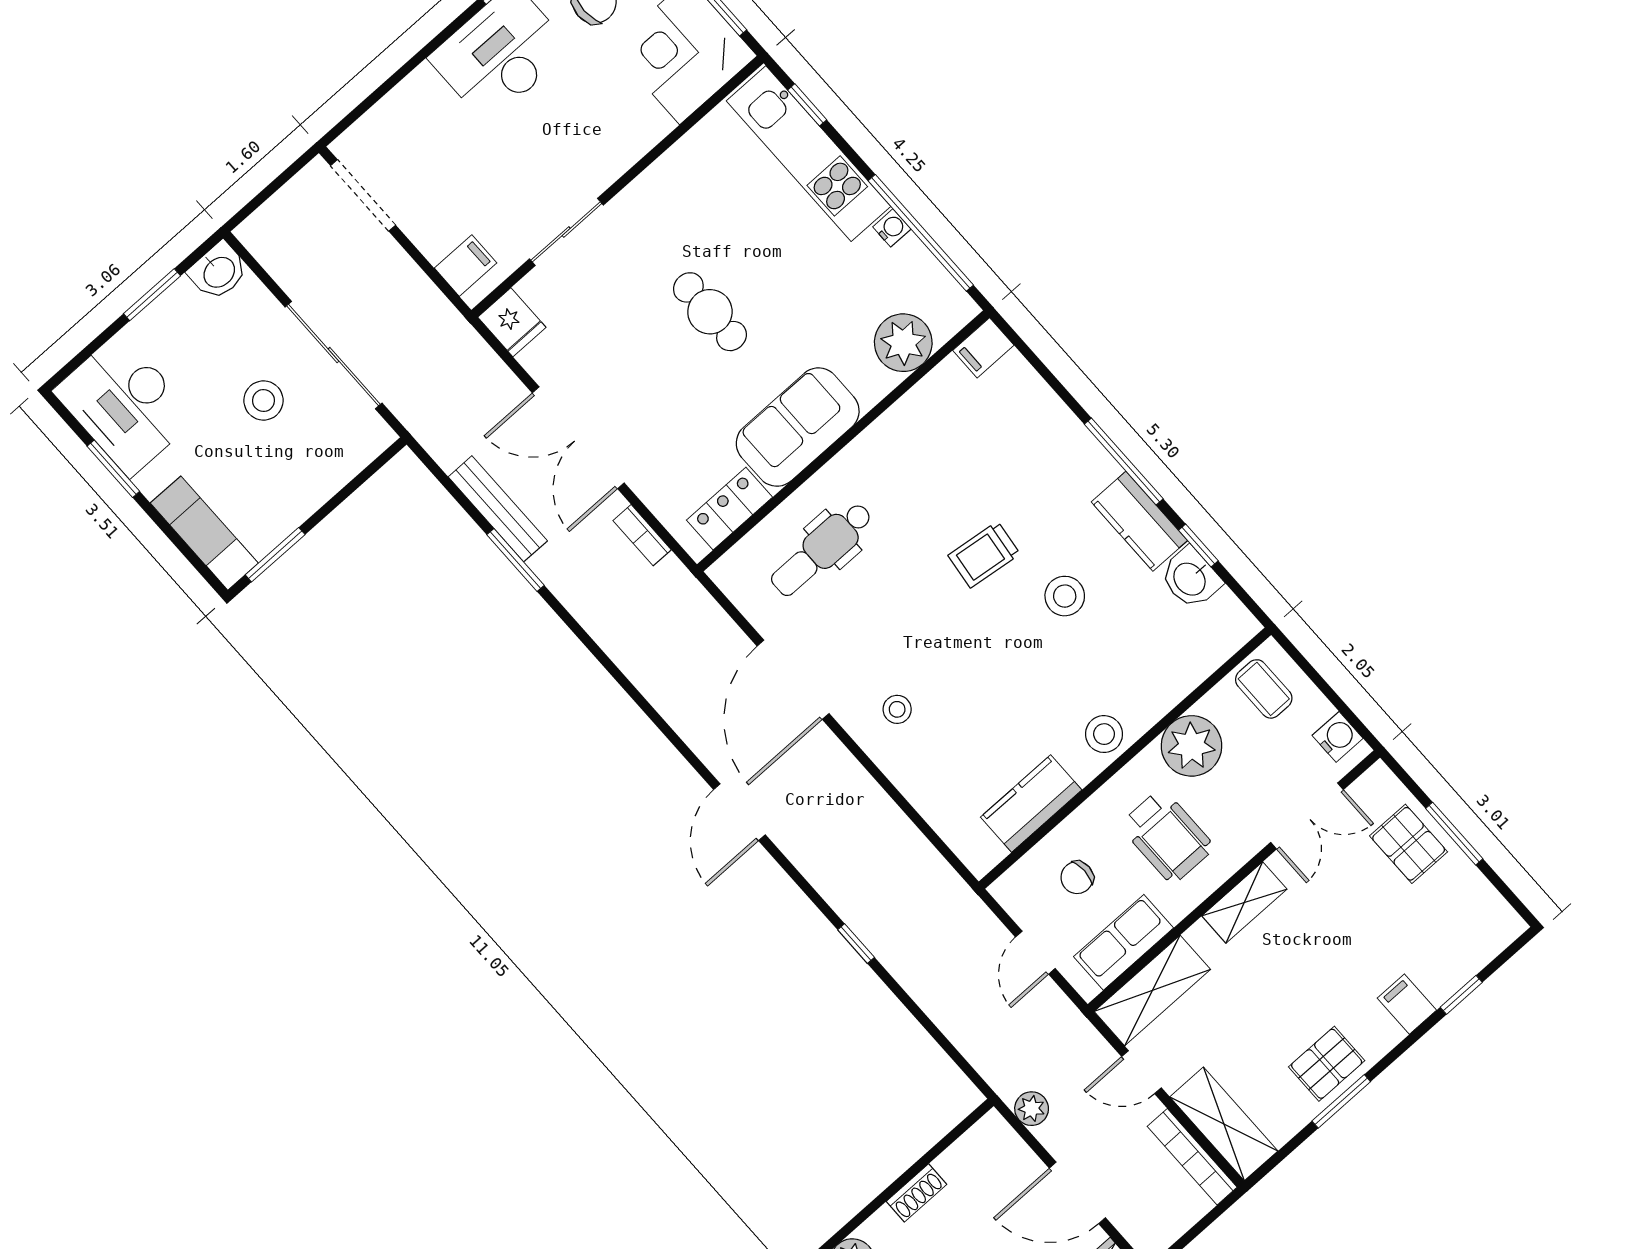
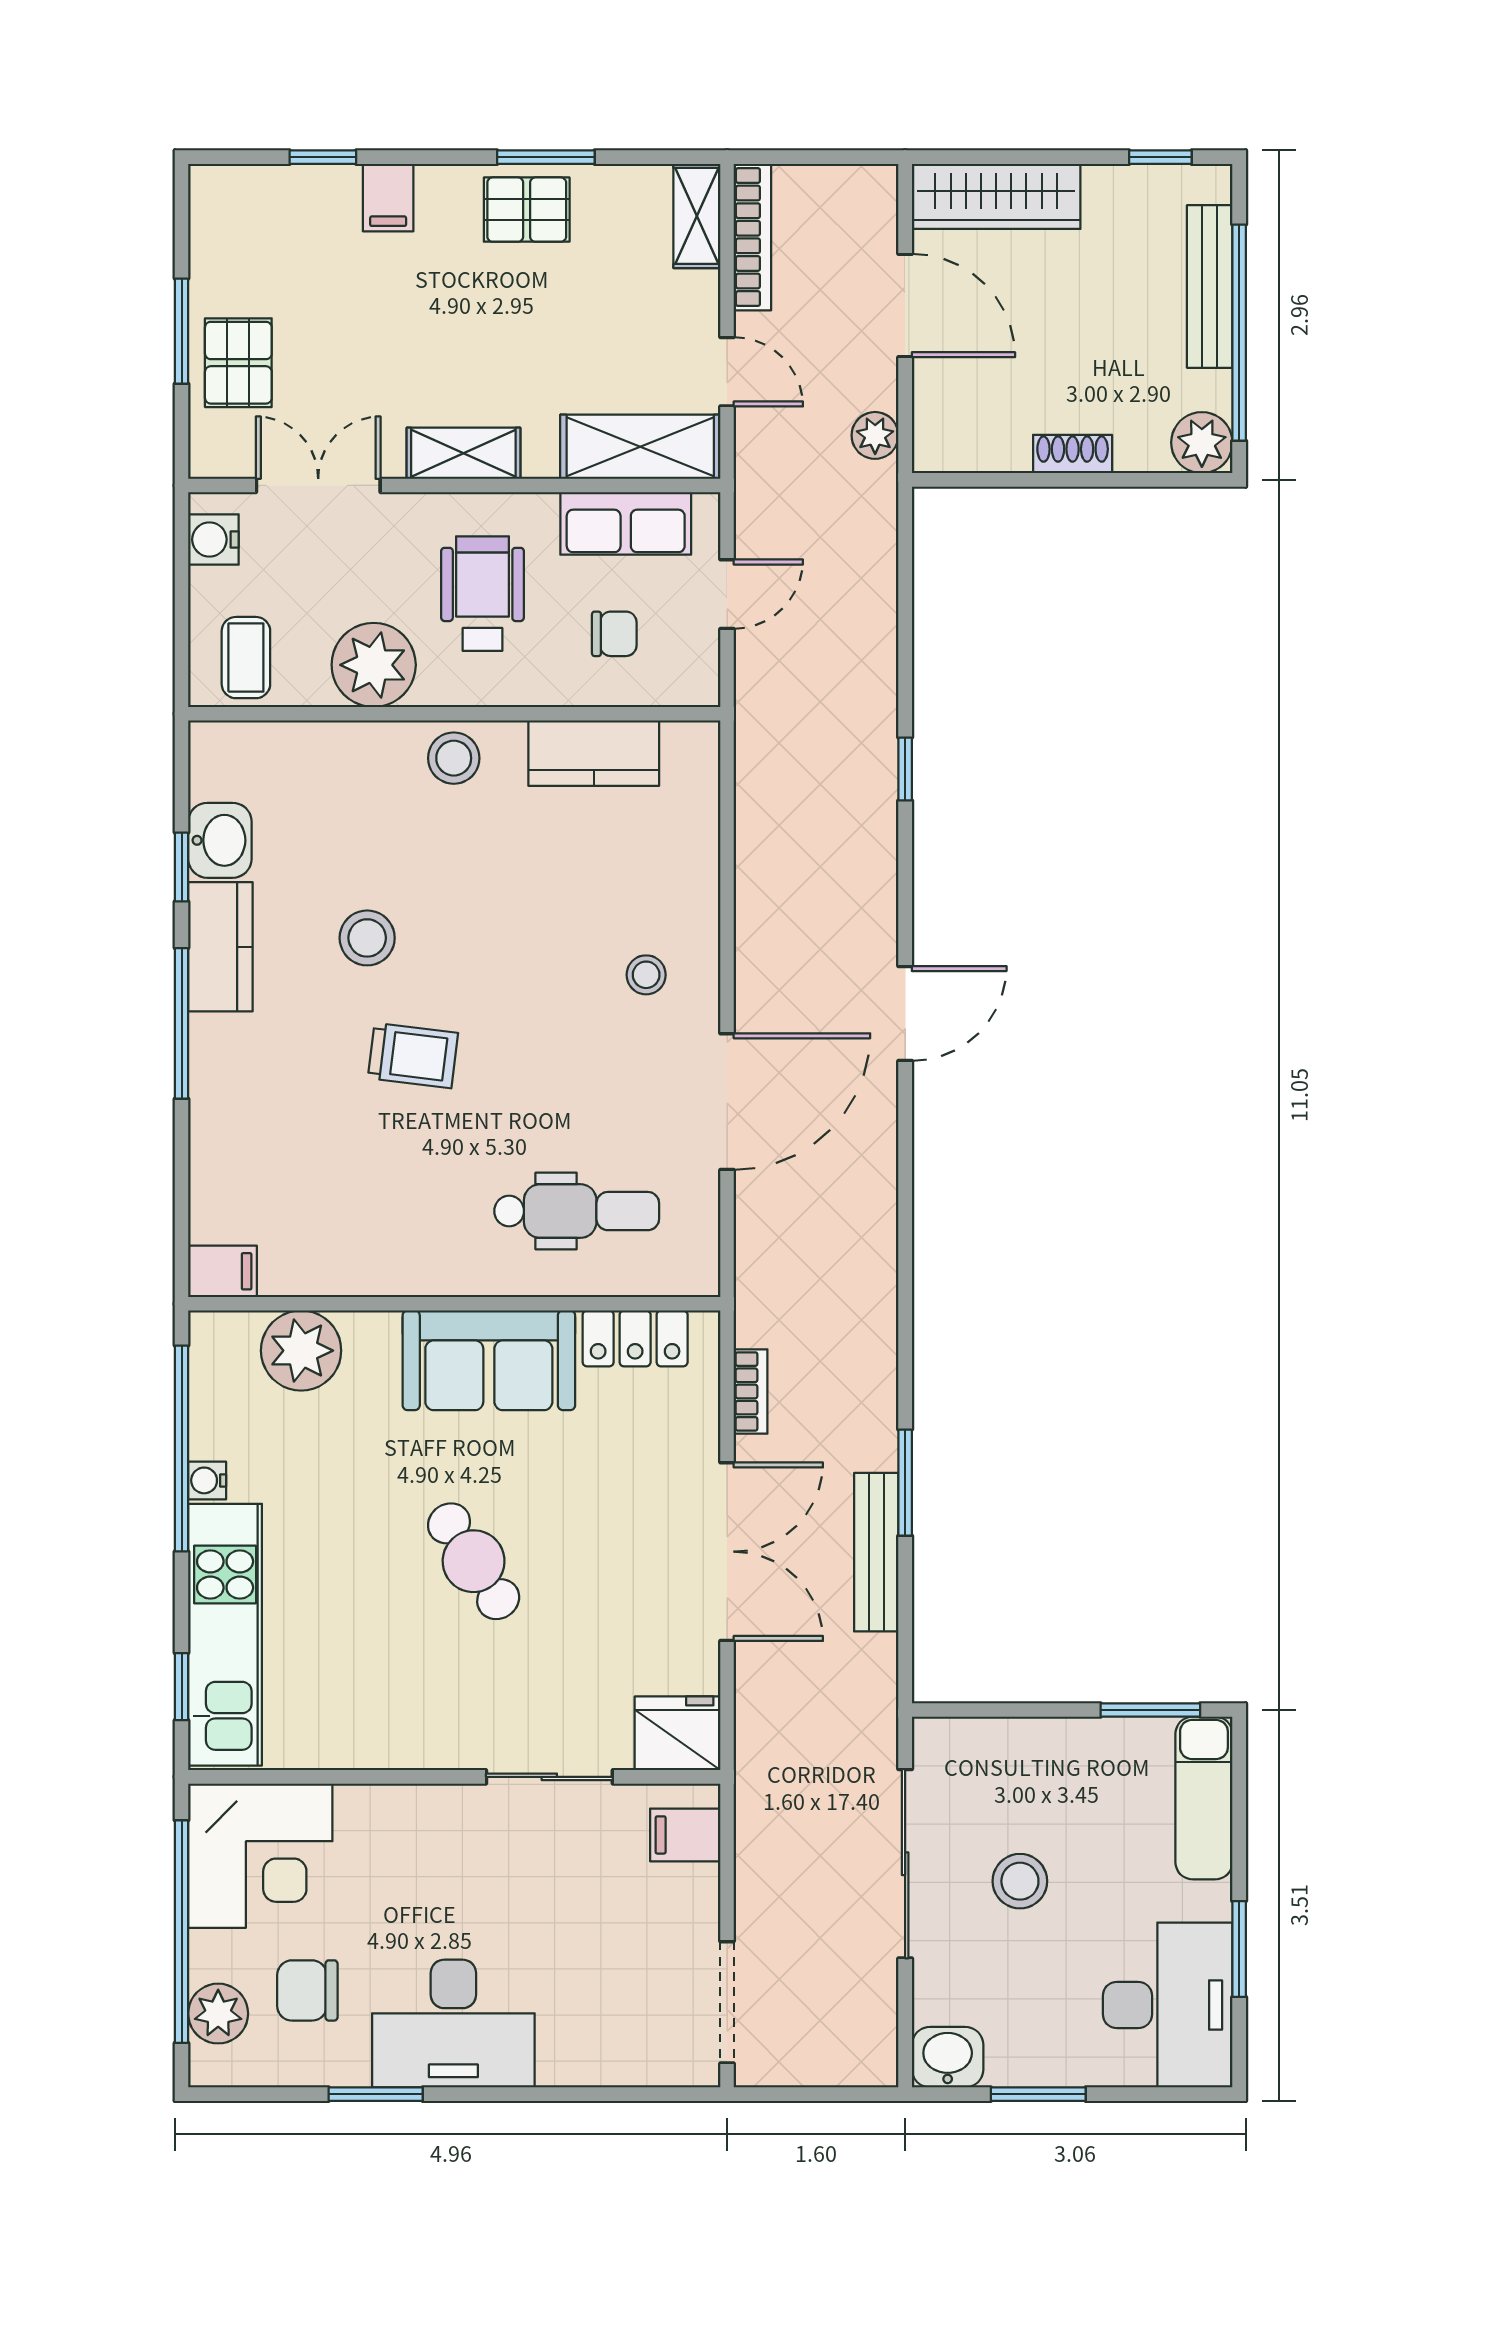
cafe table: (710, 312) -> (474, 1561), turned -33
fridge: (512, 322) -> (678, 1733), width x1.38
shelving: (1224, 1124) -> (697, 216), width x0.67, depth x0.75

